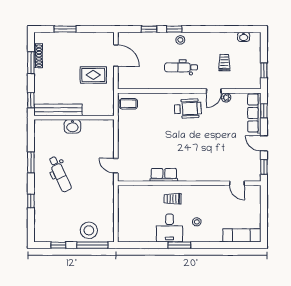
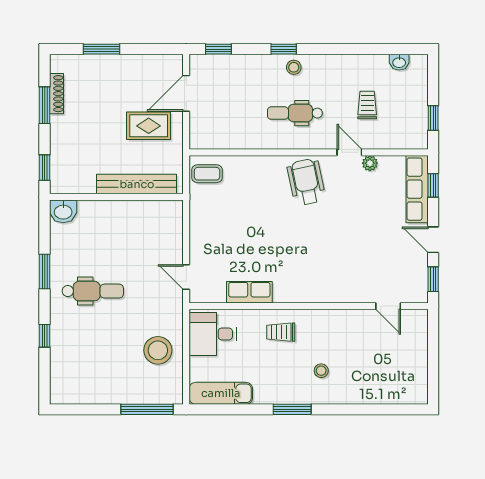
window: (149, 29) -> (218, 49), moved
door: (116, 56) -> (186, 93), swing flipped
door: (214, 91) -> (349, 152), swing flipped
wheelchair: (188, 109) -> (306, 182), turned -99
bench: (58, 110) -> (137, 184), moved
washbasin: (72, 126) -> (63, 211), moved
dental chair: (60, 174) -> (93, 291), turned -65
row of seats: (164, 175) -> (249, 292), moved
desk: (170, 228) -> (213, 334), moved, turned 90
stool: (89, 230) -> (158, 350), moved
exam couch: (242, 235) -> (221, 393), moved
window: (58, 245) -> (90, 409), removed

